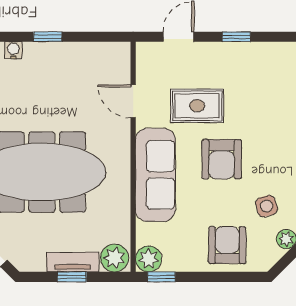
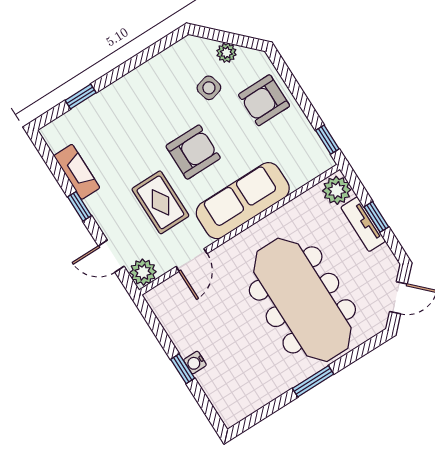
water cooler: (13, 50) -> (195, 363), moved
fireplace: (266, 53) -> (77, 172), added
plant: (149, 259) -> (143, 272), moved

